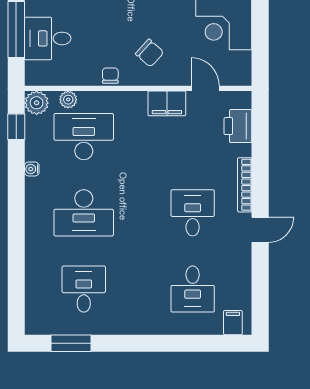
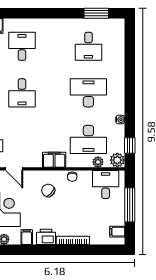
desk: (48, 38) -> (106, 185), moved, turned -90
filing cabinet: (167, 103) -> (54, 160), moved

